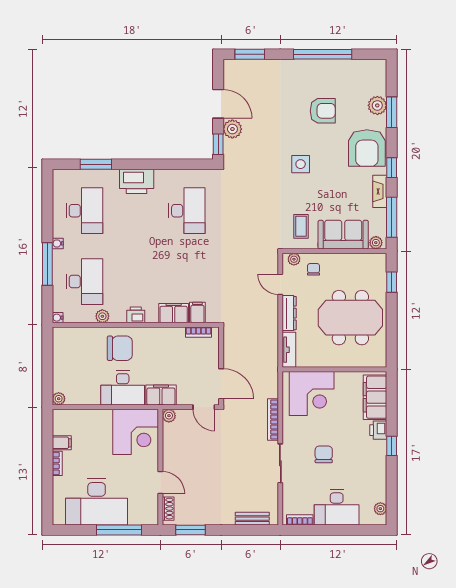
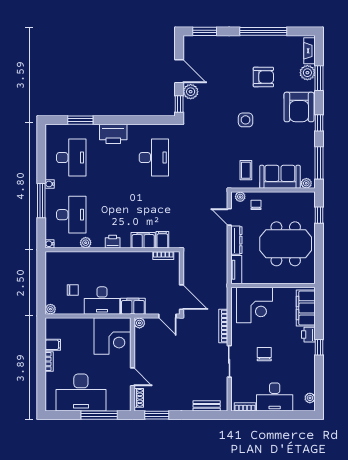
fireplace: (380, 191) -> (309, 51), moved
chair: (120, 348) -> (73, 290), moved, width x0.54, depth x0.54

